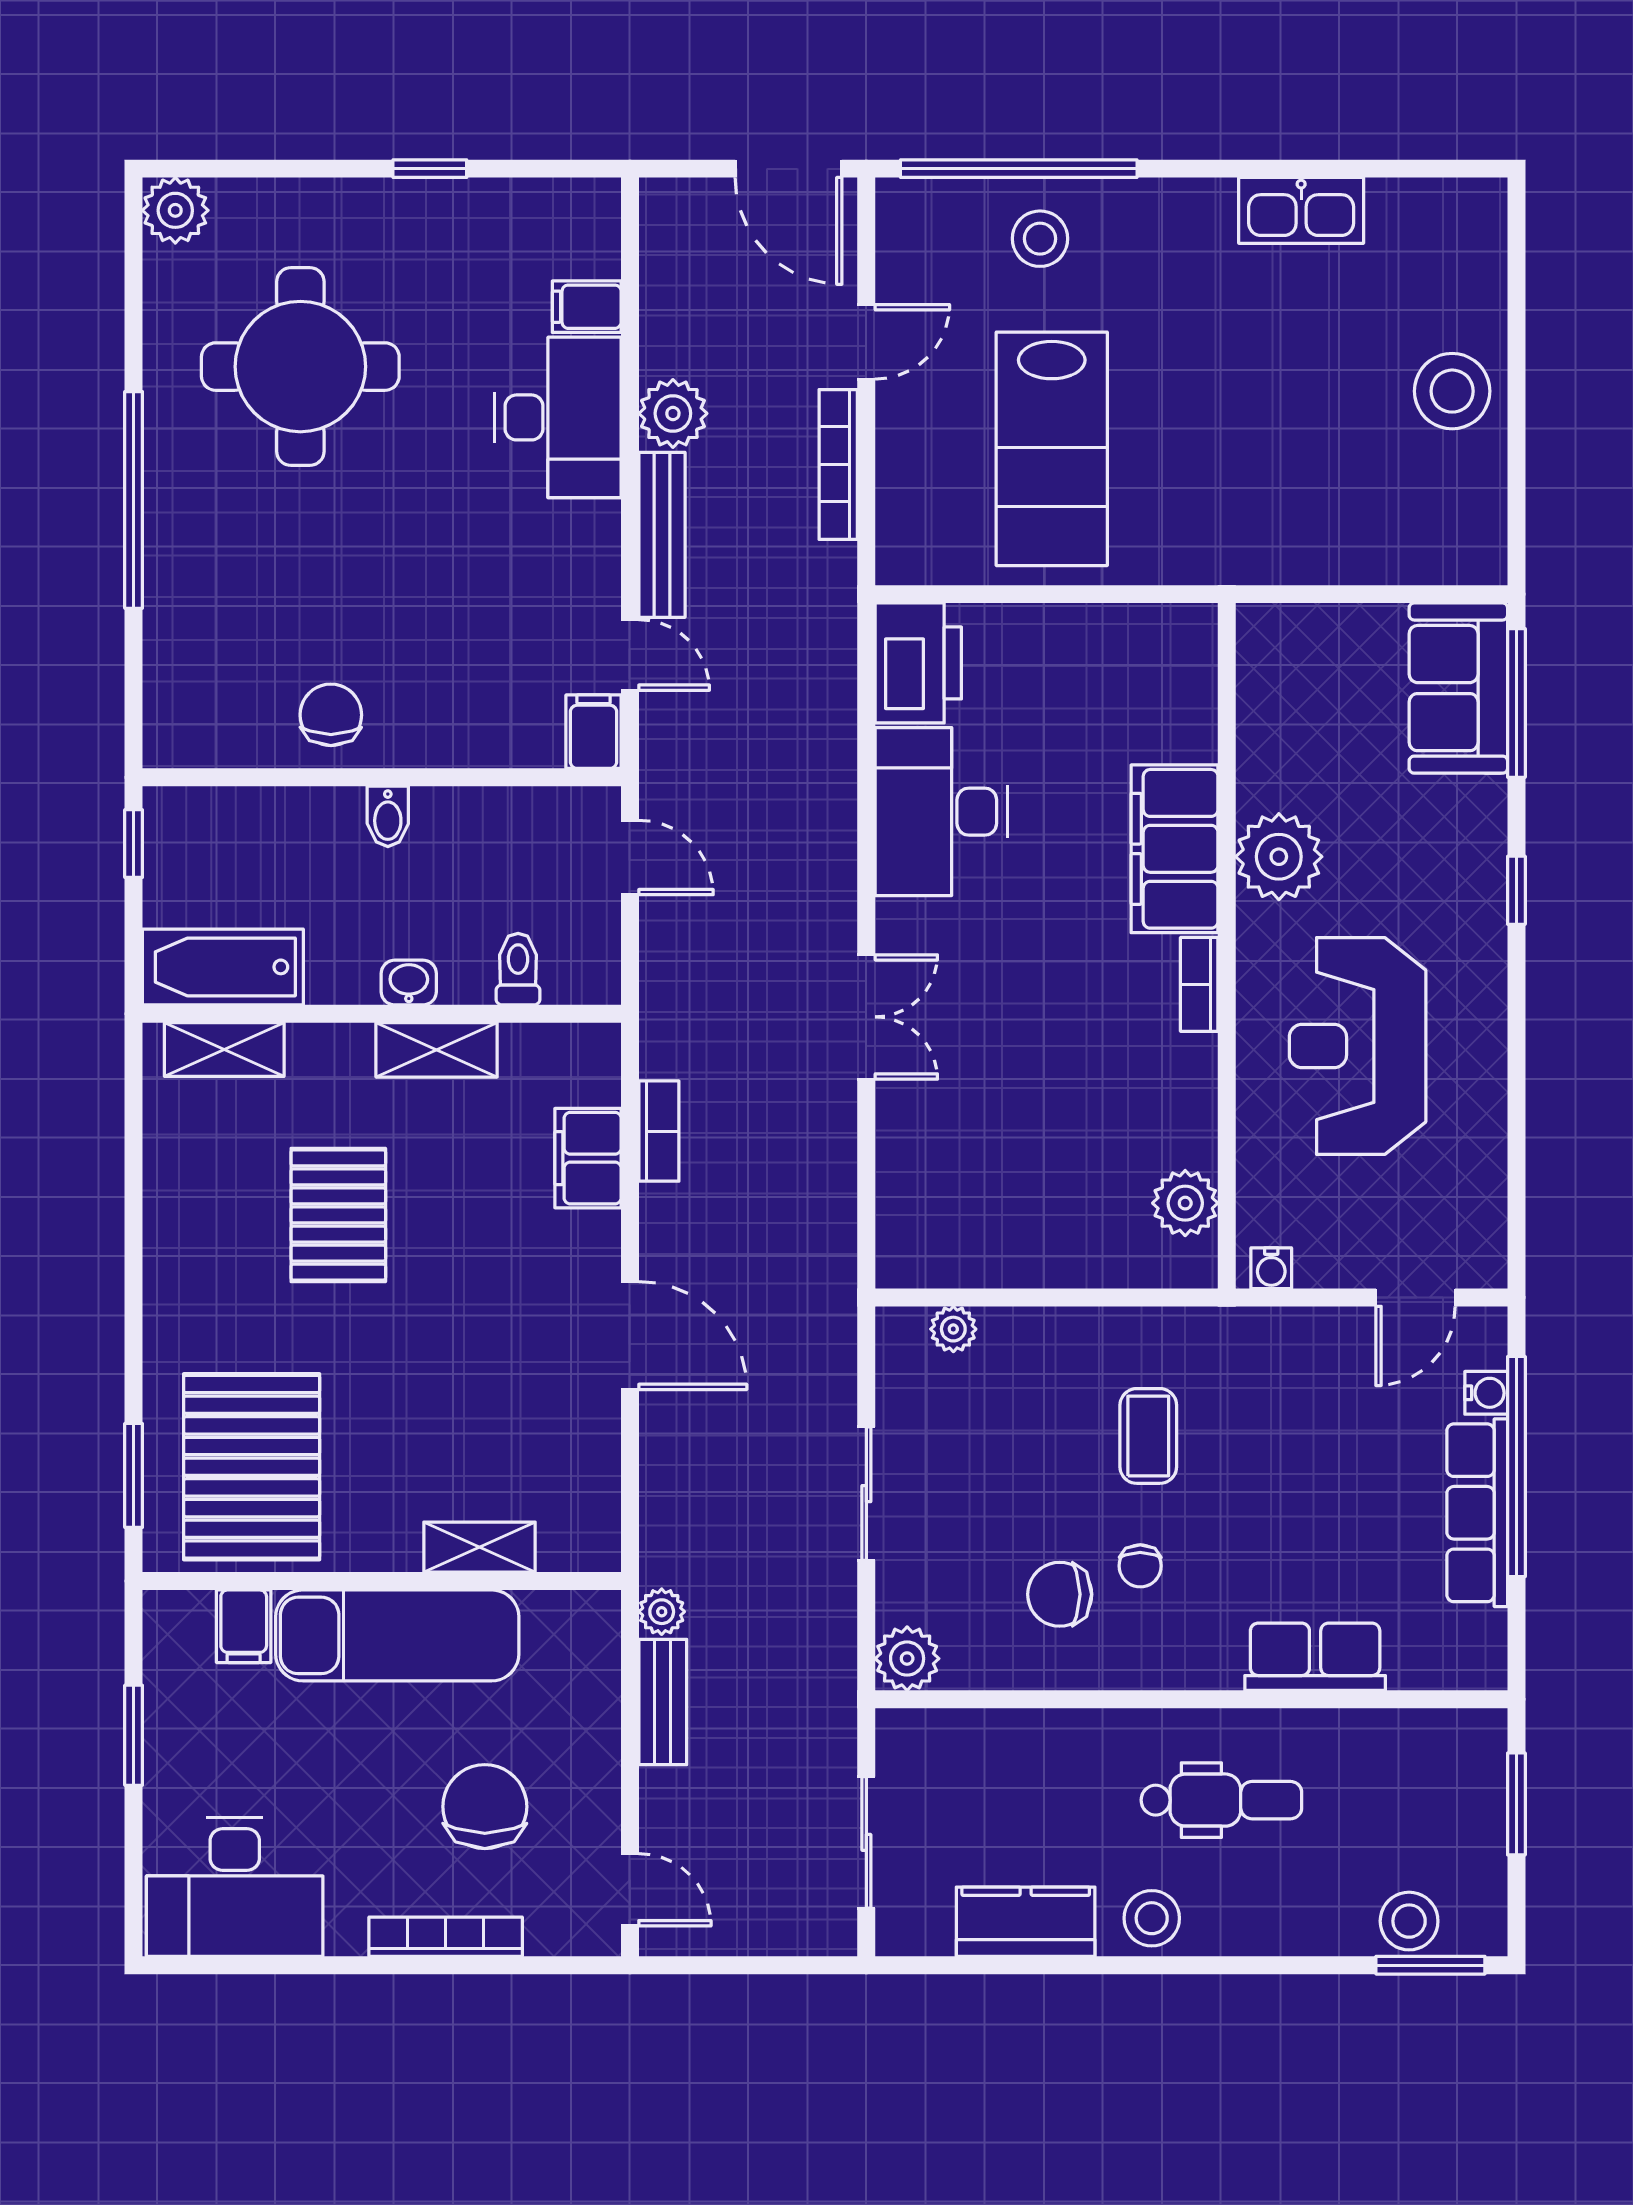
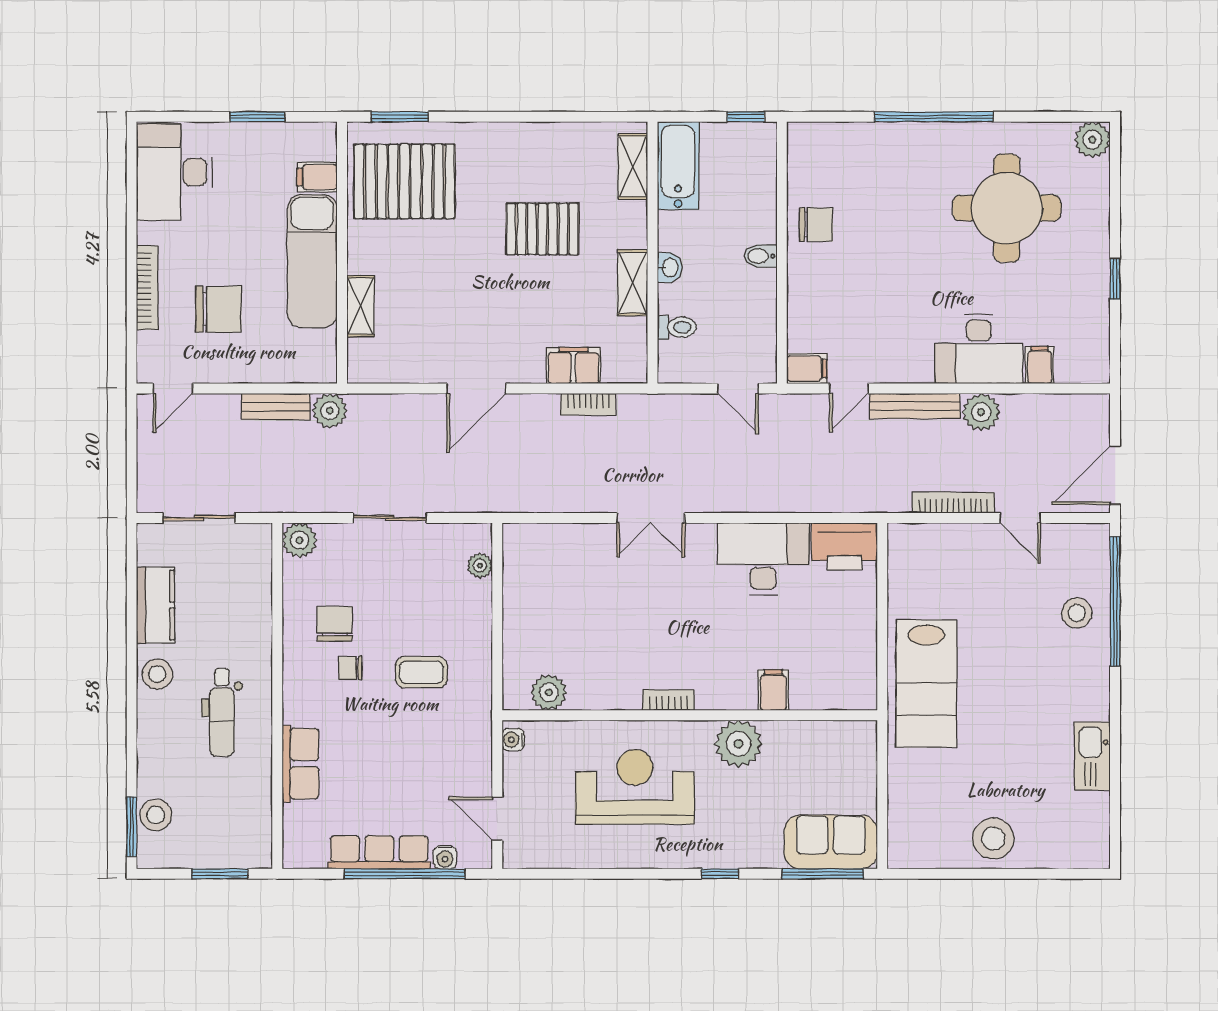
lab bench: (1052, 449) -> (926, 684), moved, turned -90
filing cabinet: (1175, 849) -> (773, 690), width x0.33, depth x0.86
door: (630, 858) -> (738, 389), hinge flipped
plant: (662, 1612) -> (330, 411), width x1.38, depth x1.38

